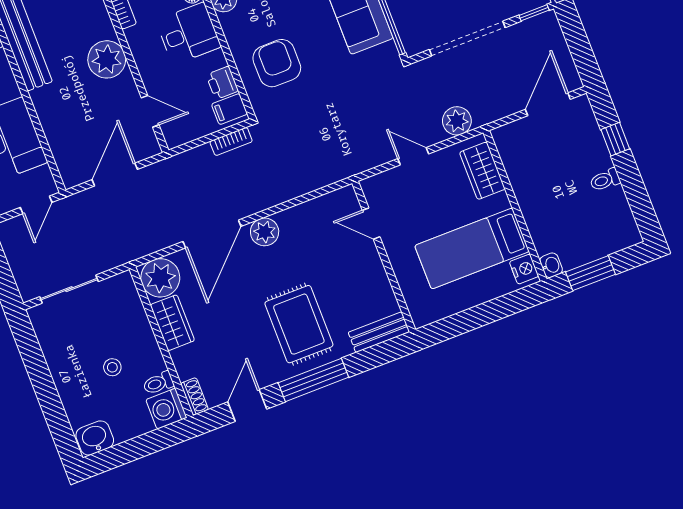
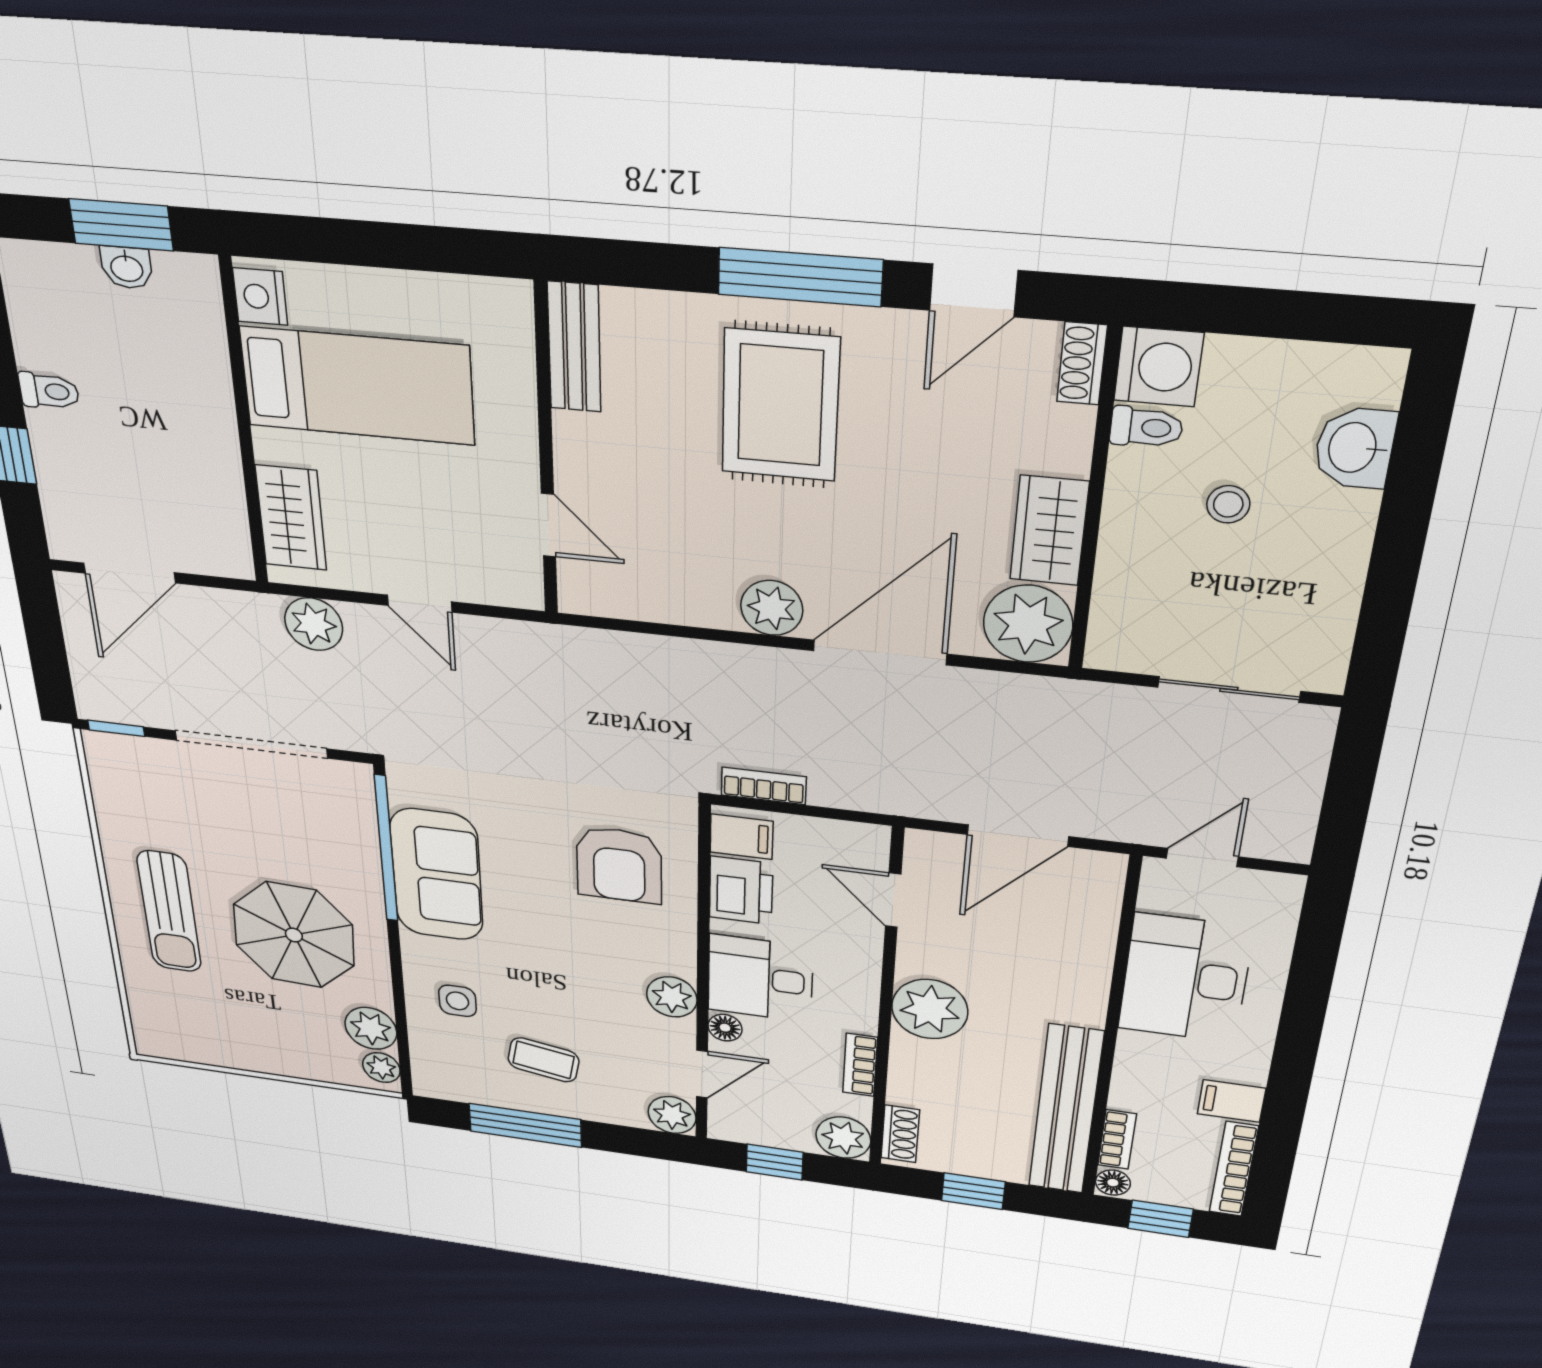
printer: (222, 83) -> (741, 890), width x1.36, depth x1.24
washbasin: (551, 265) -> (127, 268), moved, turned -90
bench: (379, 332) -> (574, 347), moved, turned 90
washbasin: (95, 438) -> (1354, 448), moved, turned 90

